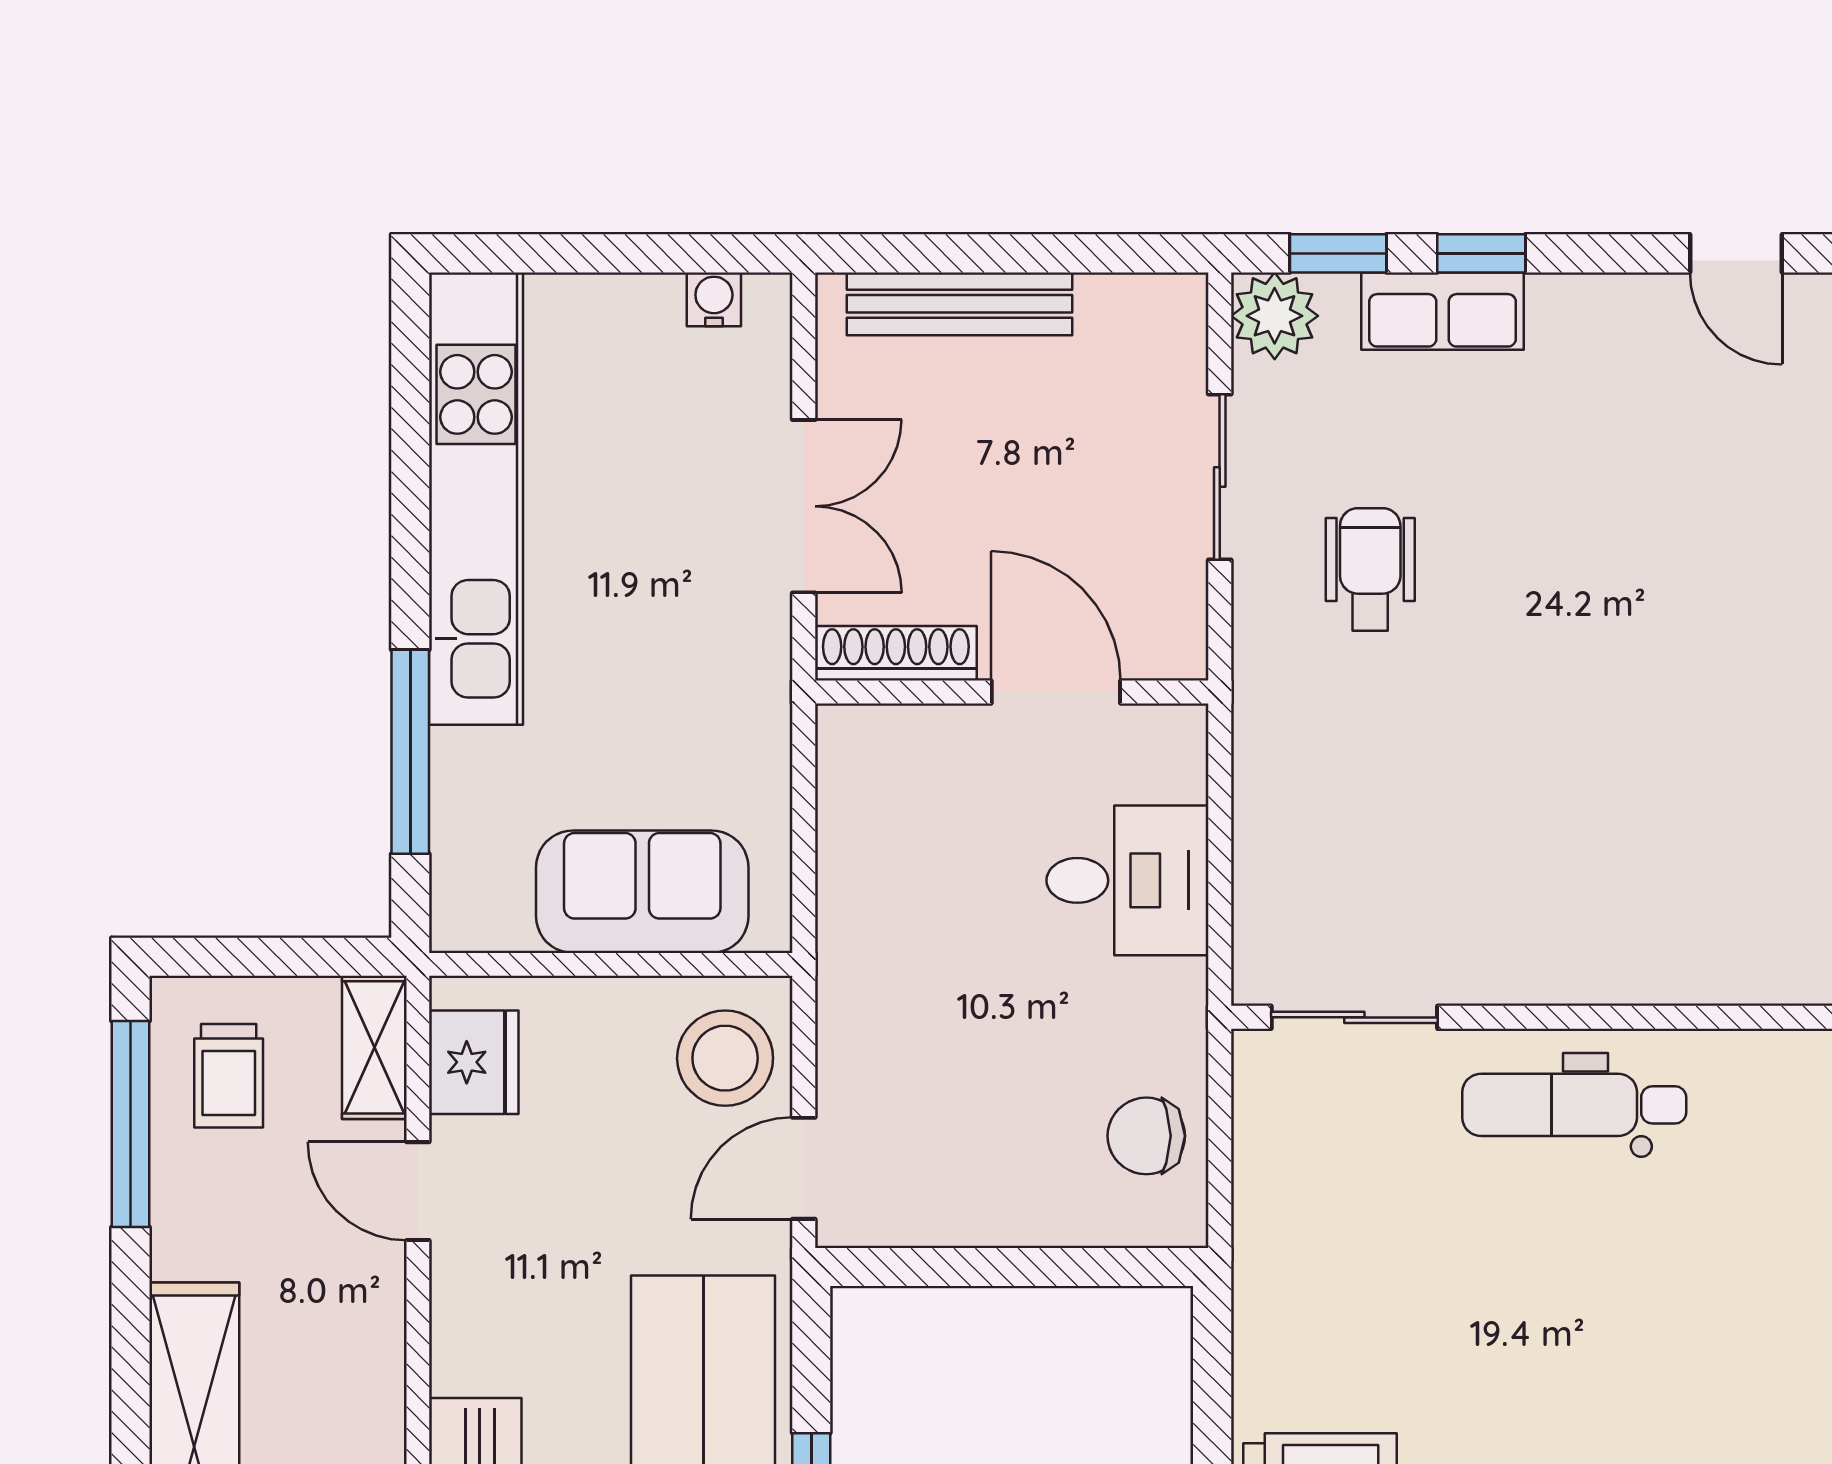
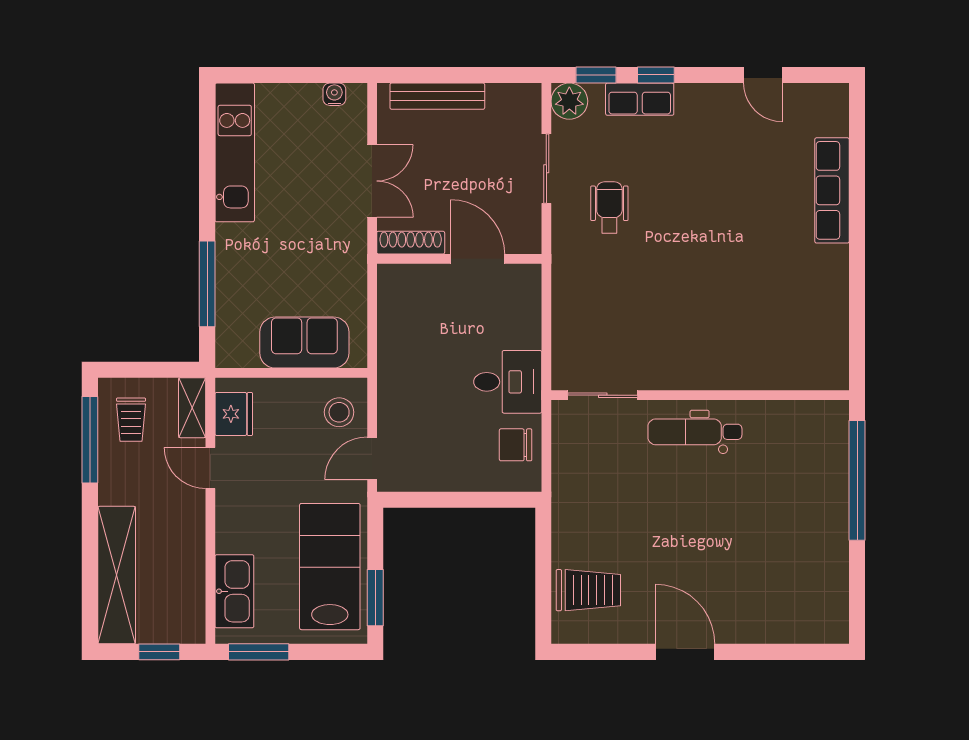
kitchen unit: (476, 499) -> (235, 152), width x0.73
desk: (1127, 880) -> (508, 382), moved
stool: (725, 1058) -> (339, 412), width x0.73, depth x0.73

